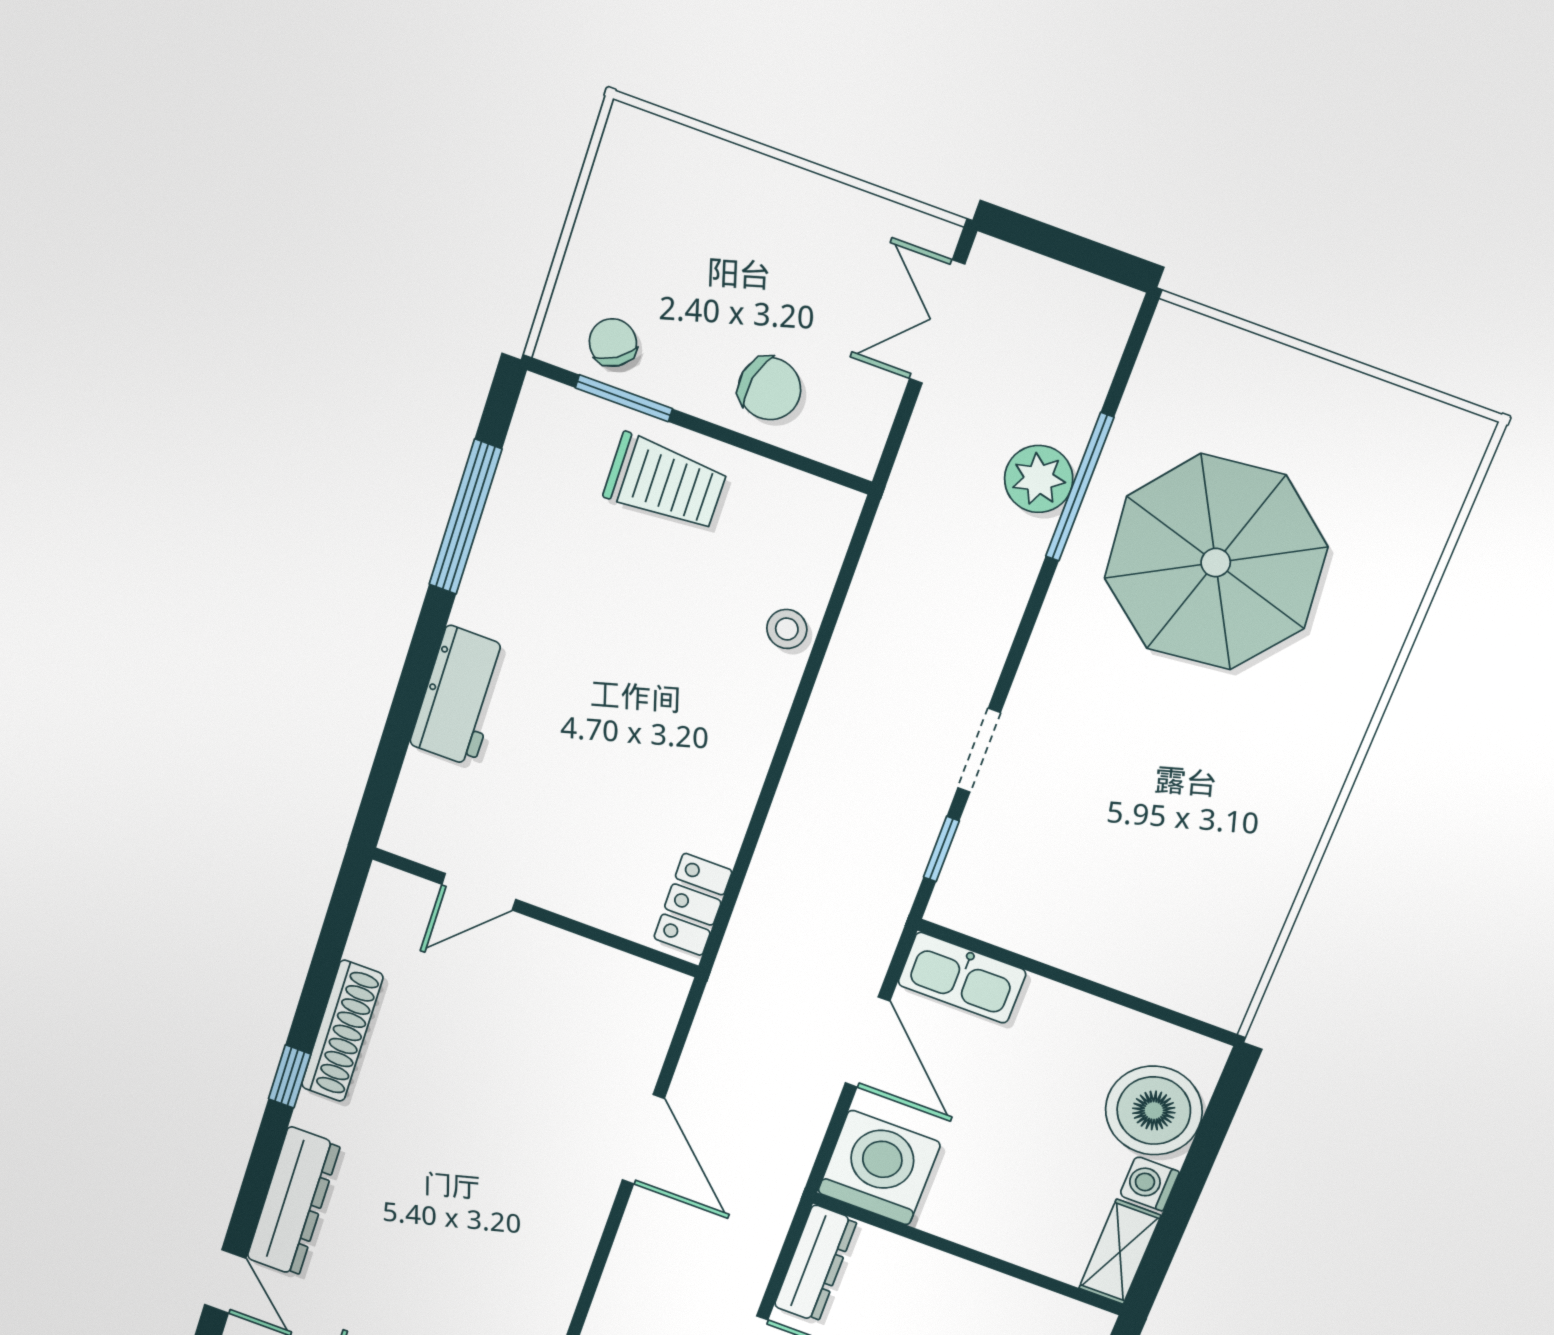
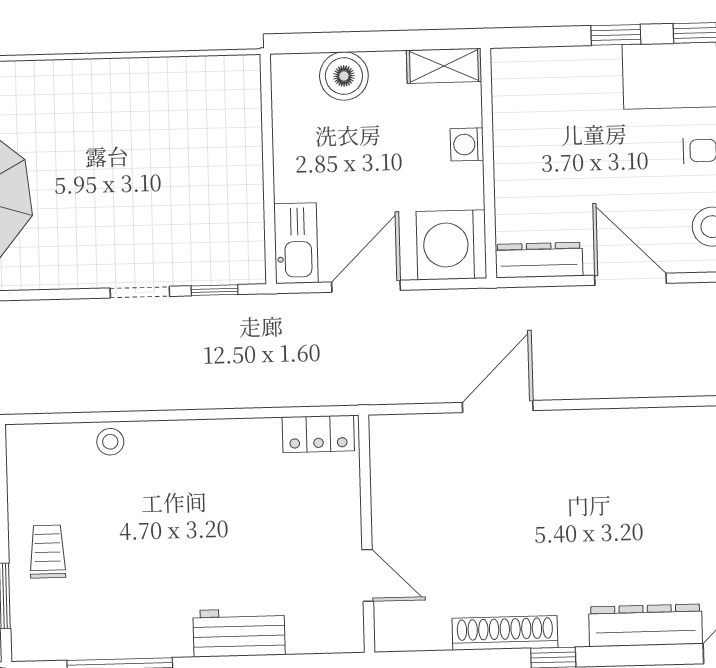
trolley: (665, 483) -> (47, 552), width x0.73, depth x0.72
boiler: (1154, 1111) -> (344, 76), width x0.73, depth x0.73
washing machine: (1149, 1184) -> (467, 144), moved, turned 90

